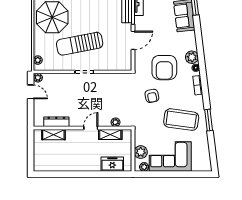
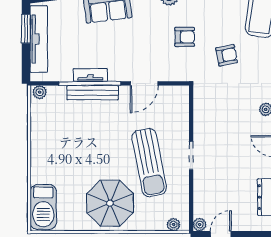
door: (133, 40) -> (144, 83), swing flipped
armchair: (164, 68) -> (185, 37), width x0.53, depth x0.53

